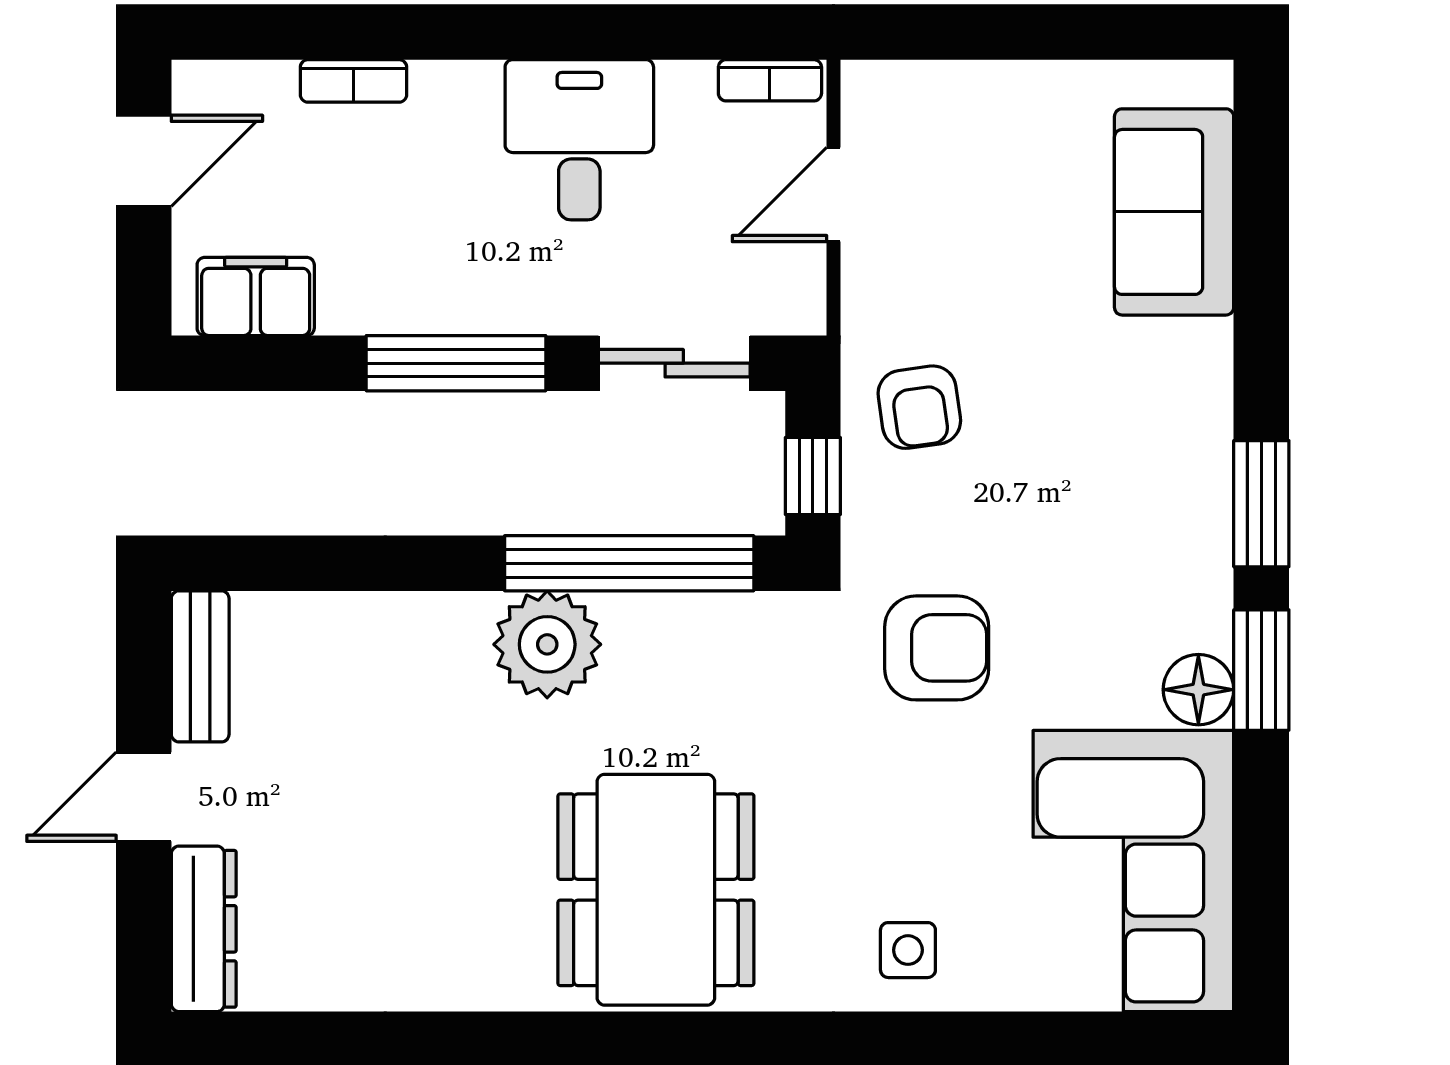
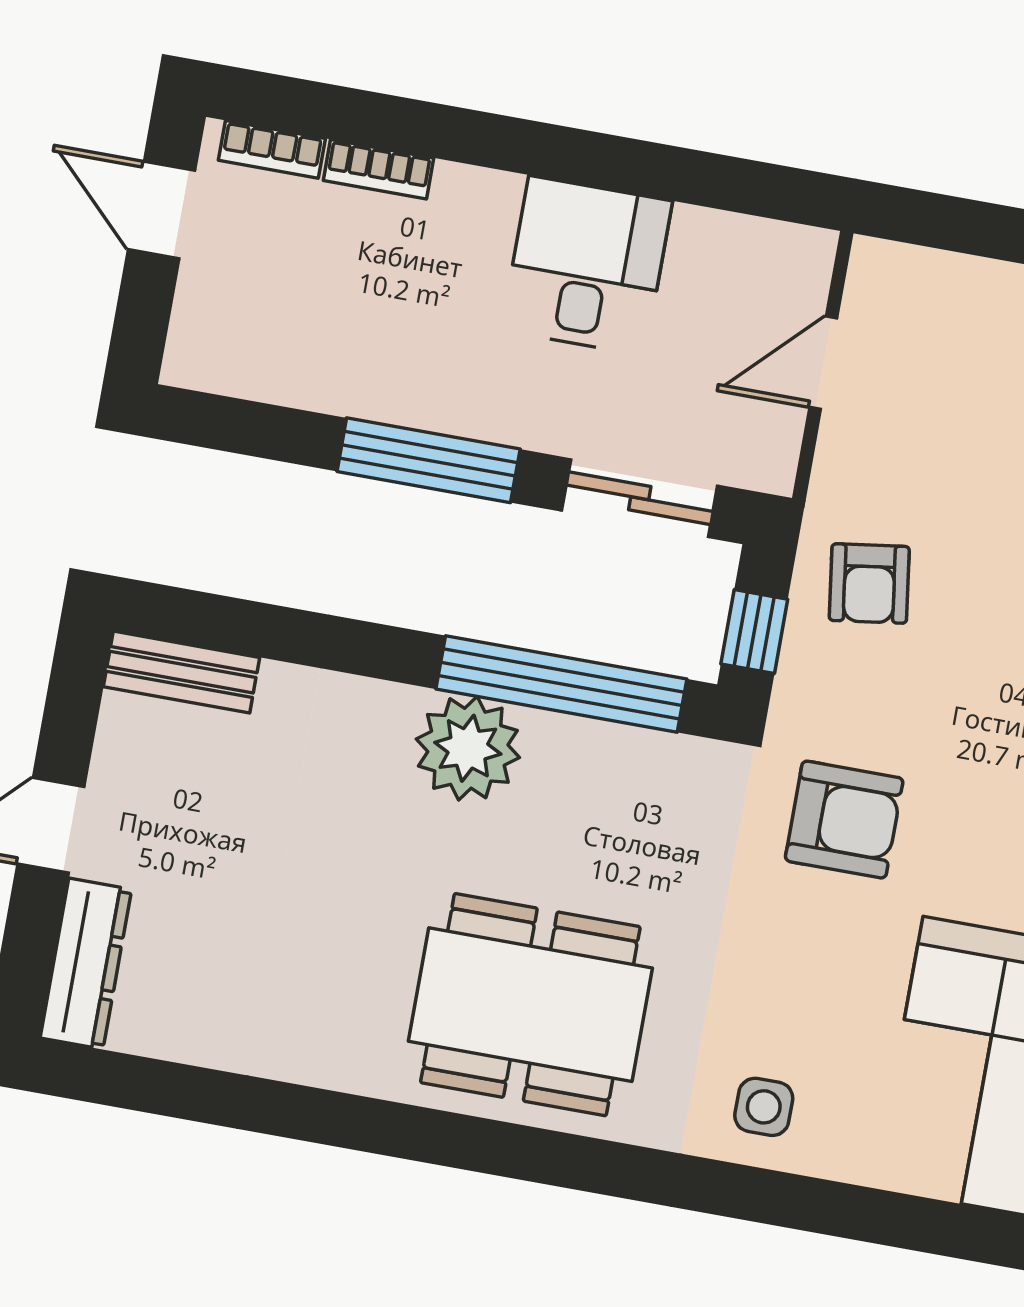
bookcase: (770, 80) -> (272, 149), moved
door: (144, 161) -> (162, 210), swing flipped
filing cabinet: (256, 296) -> (246, 361), removed
bench: (200, 666) -> (181, 672), moved, turned 90
dining table: (656, 890) -> (530, 1005), turned 90

